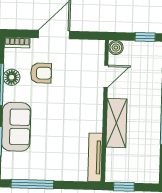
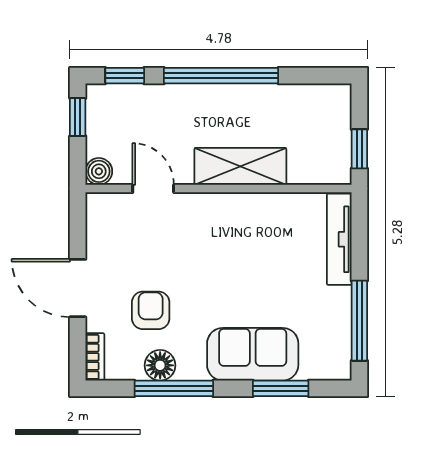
tv unit: (95, 157) -> (339, 239), moved, turned 90

